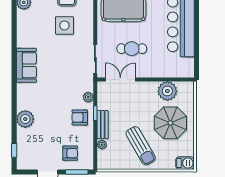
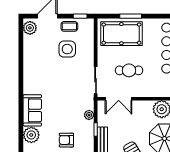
sofa: (26, 65) -> (32, 110), moved
double door: (120, 80) -> (119, 99), swing flipped
armchair: (80, 117) -> (66, 140), moved

